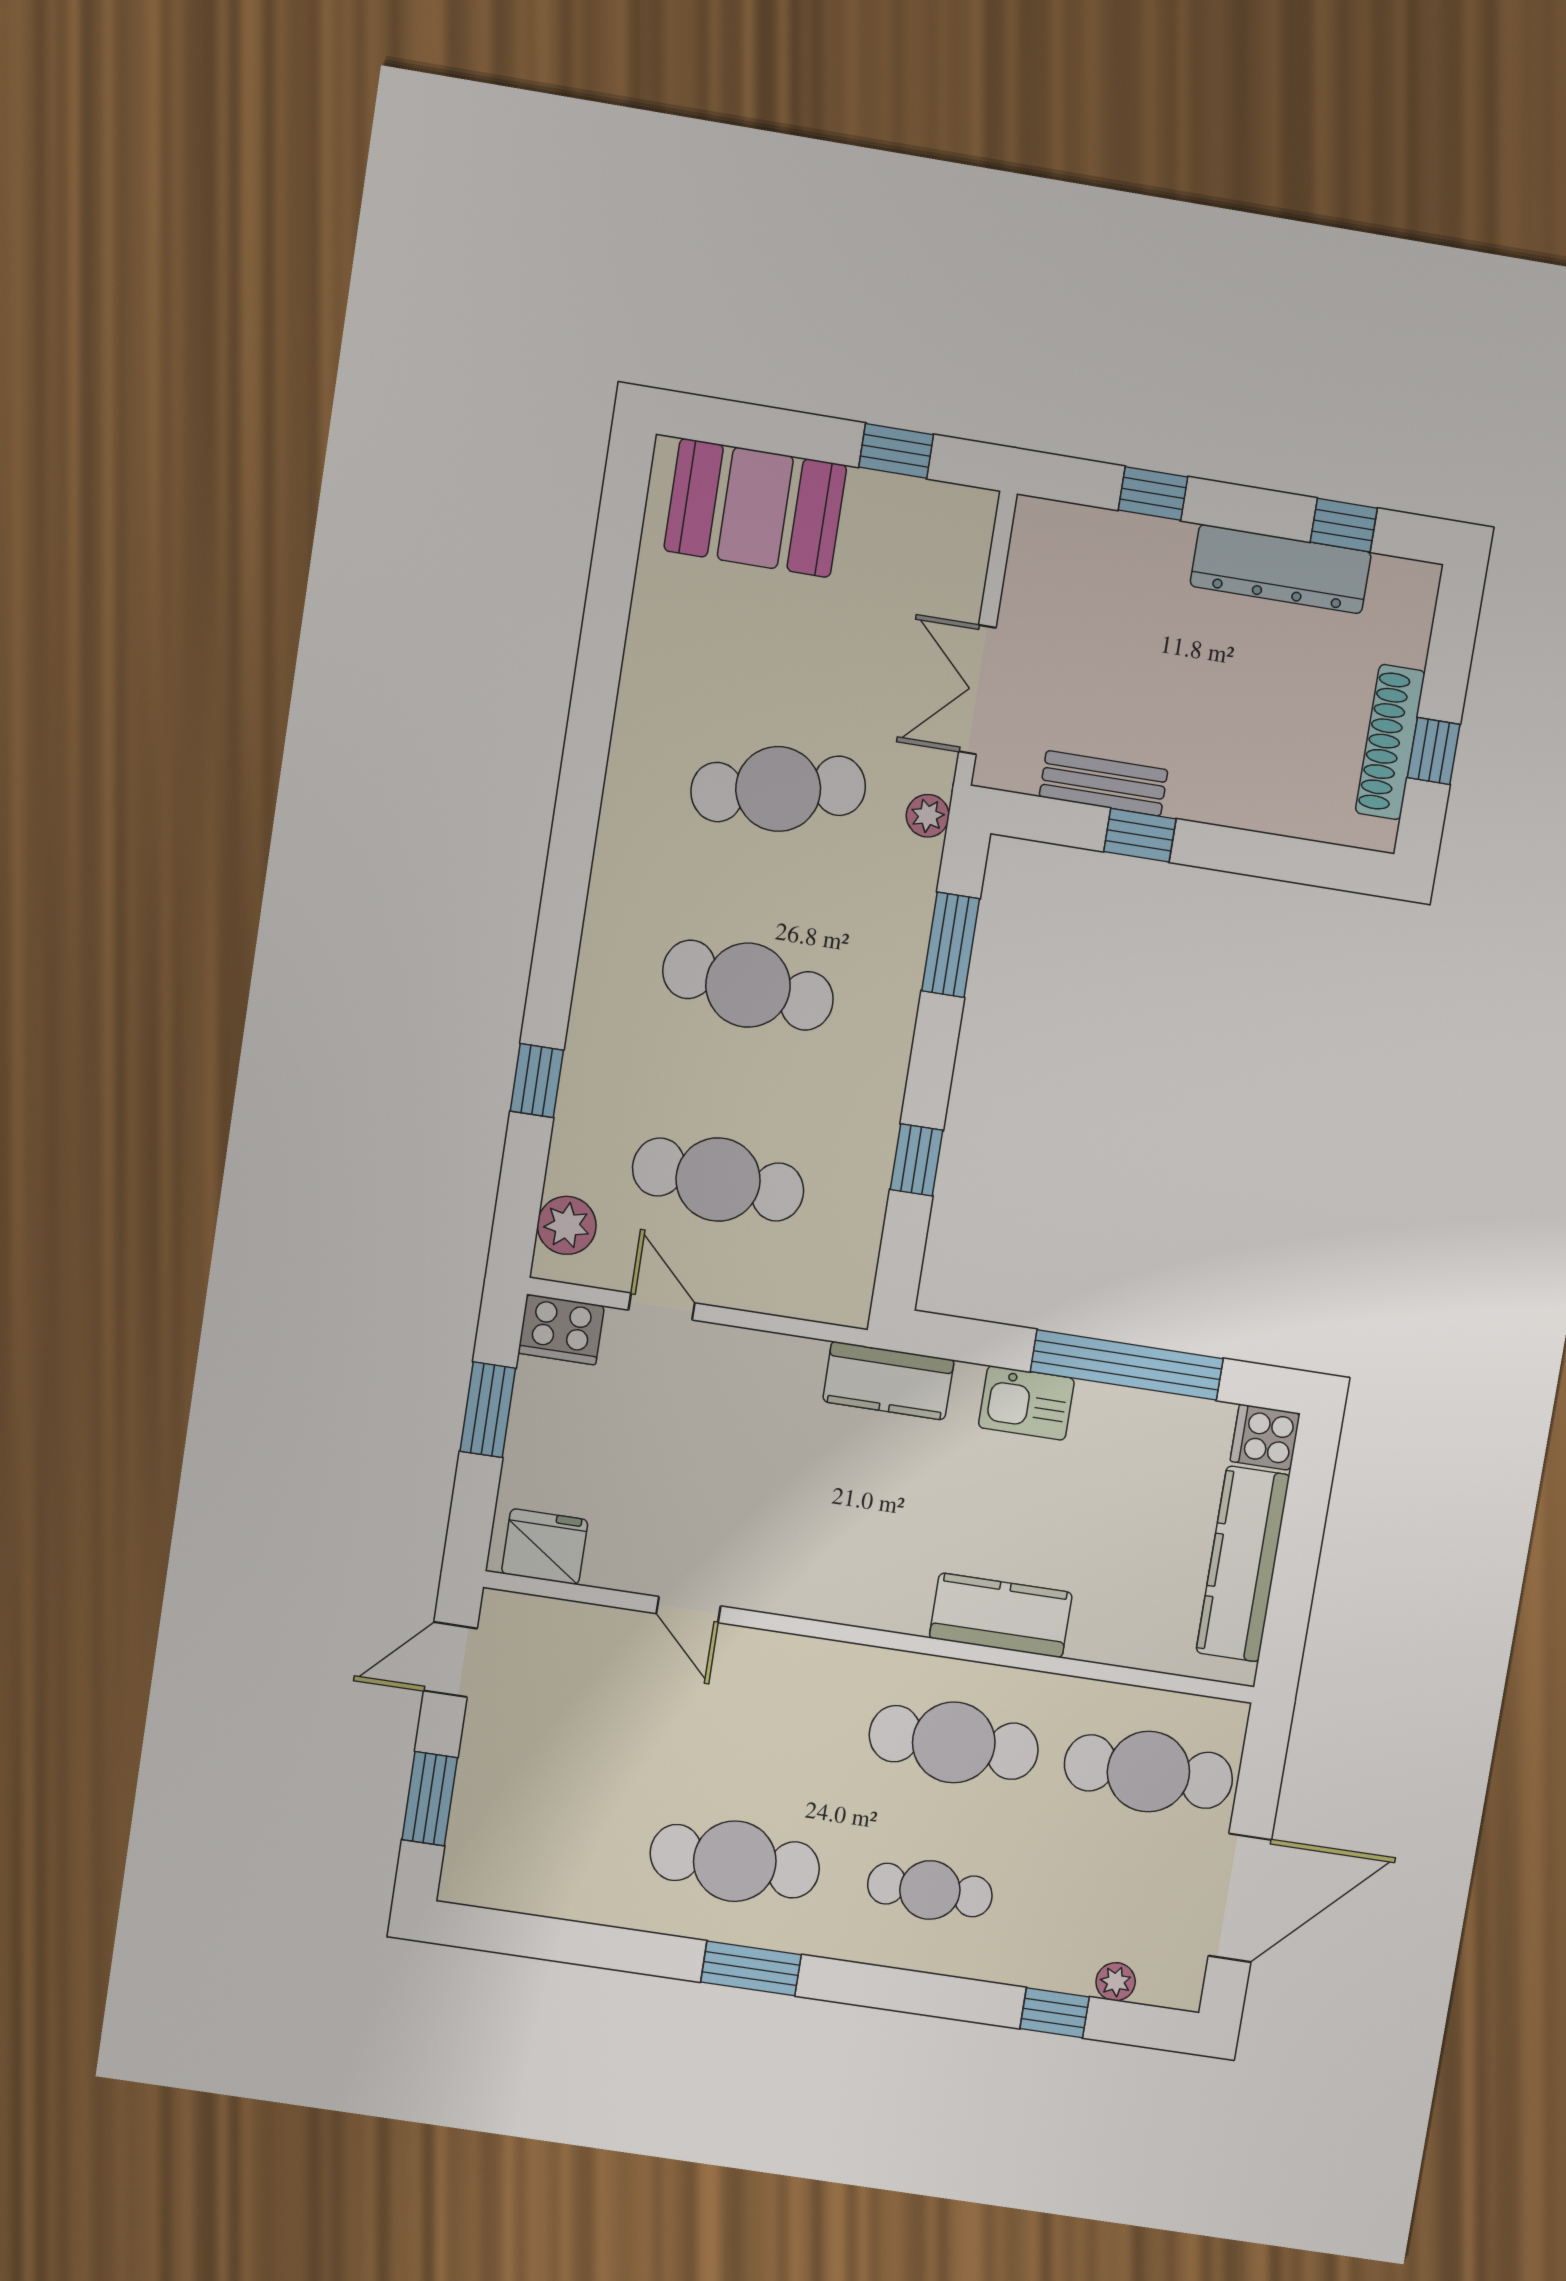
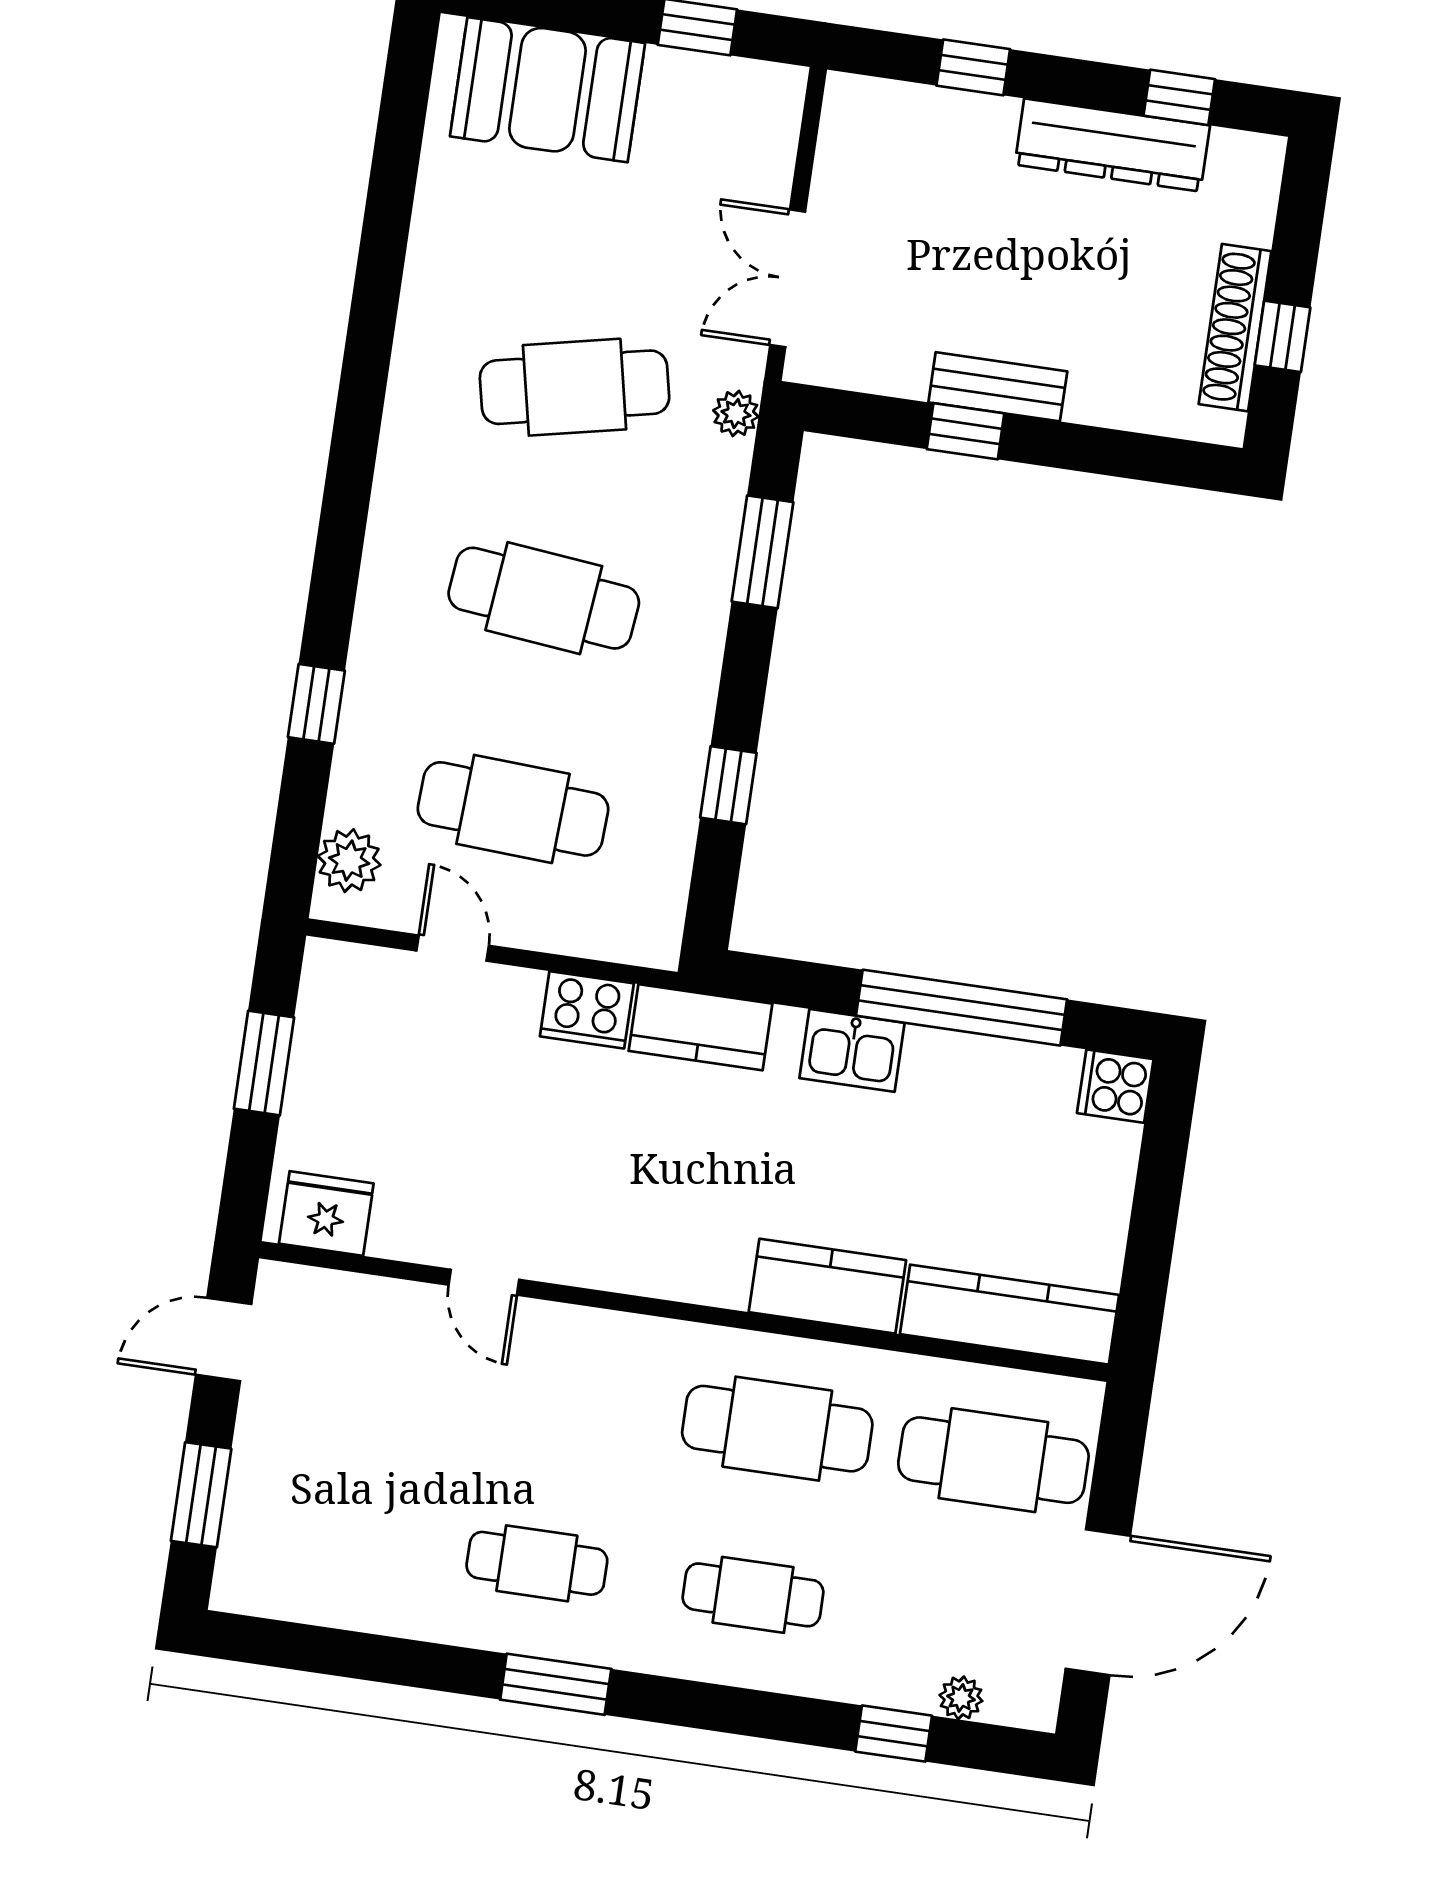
bench: (1104, 783) -> (998, 387), moved
cooker: (561, 1329) -> (587, 1010), moved
kitchen counter: (1243, 1564) -> (1010, 1315), moved, turned 90
cafe table: (735, 1861) -> (537, 1563), width x0.73, depth x0.74

